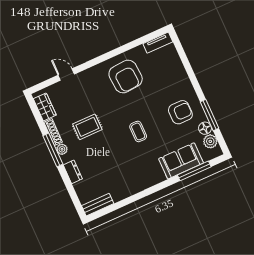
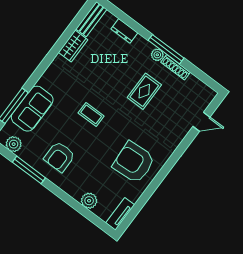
plant: (176, 66) -> (89, 201), added
door: (66, 75) -> (201, 122), moved
wardrobe: (45, 107) -> (73, 46), moved, turned -90
floor lamp: (205, 128) -> (26, 154), removed
dresser: (73, 172) -> (124, 31), moved

